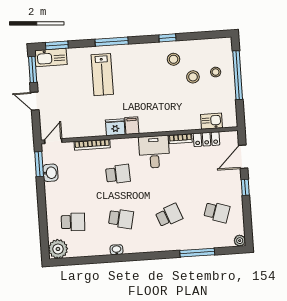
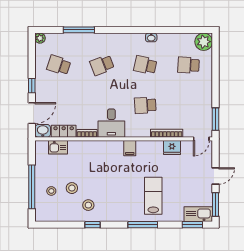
door: (35, 101) -> (216, 176), hinge flipped
fridge: (115, 127) -> (172, 148), moved
washbasin: (50, 173) -> (43, 131), moved, turned 90

